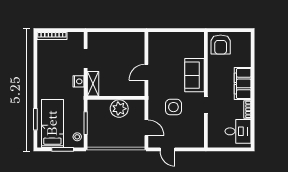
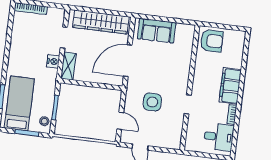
wardrobe: (118, 40) -> (101, 22), added
armchair: (221, 45) -> (212, 41), turned -90
door: (146, 72) -> (128, 61), width x1.88
sofa: (195, 75) -> (157, 31), moved, turned -90
plant: (119, 109) -> (93, 96), removed

